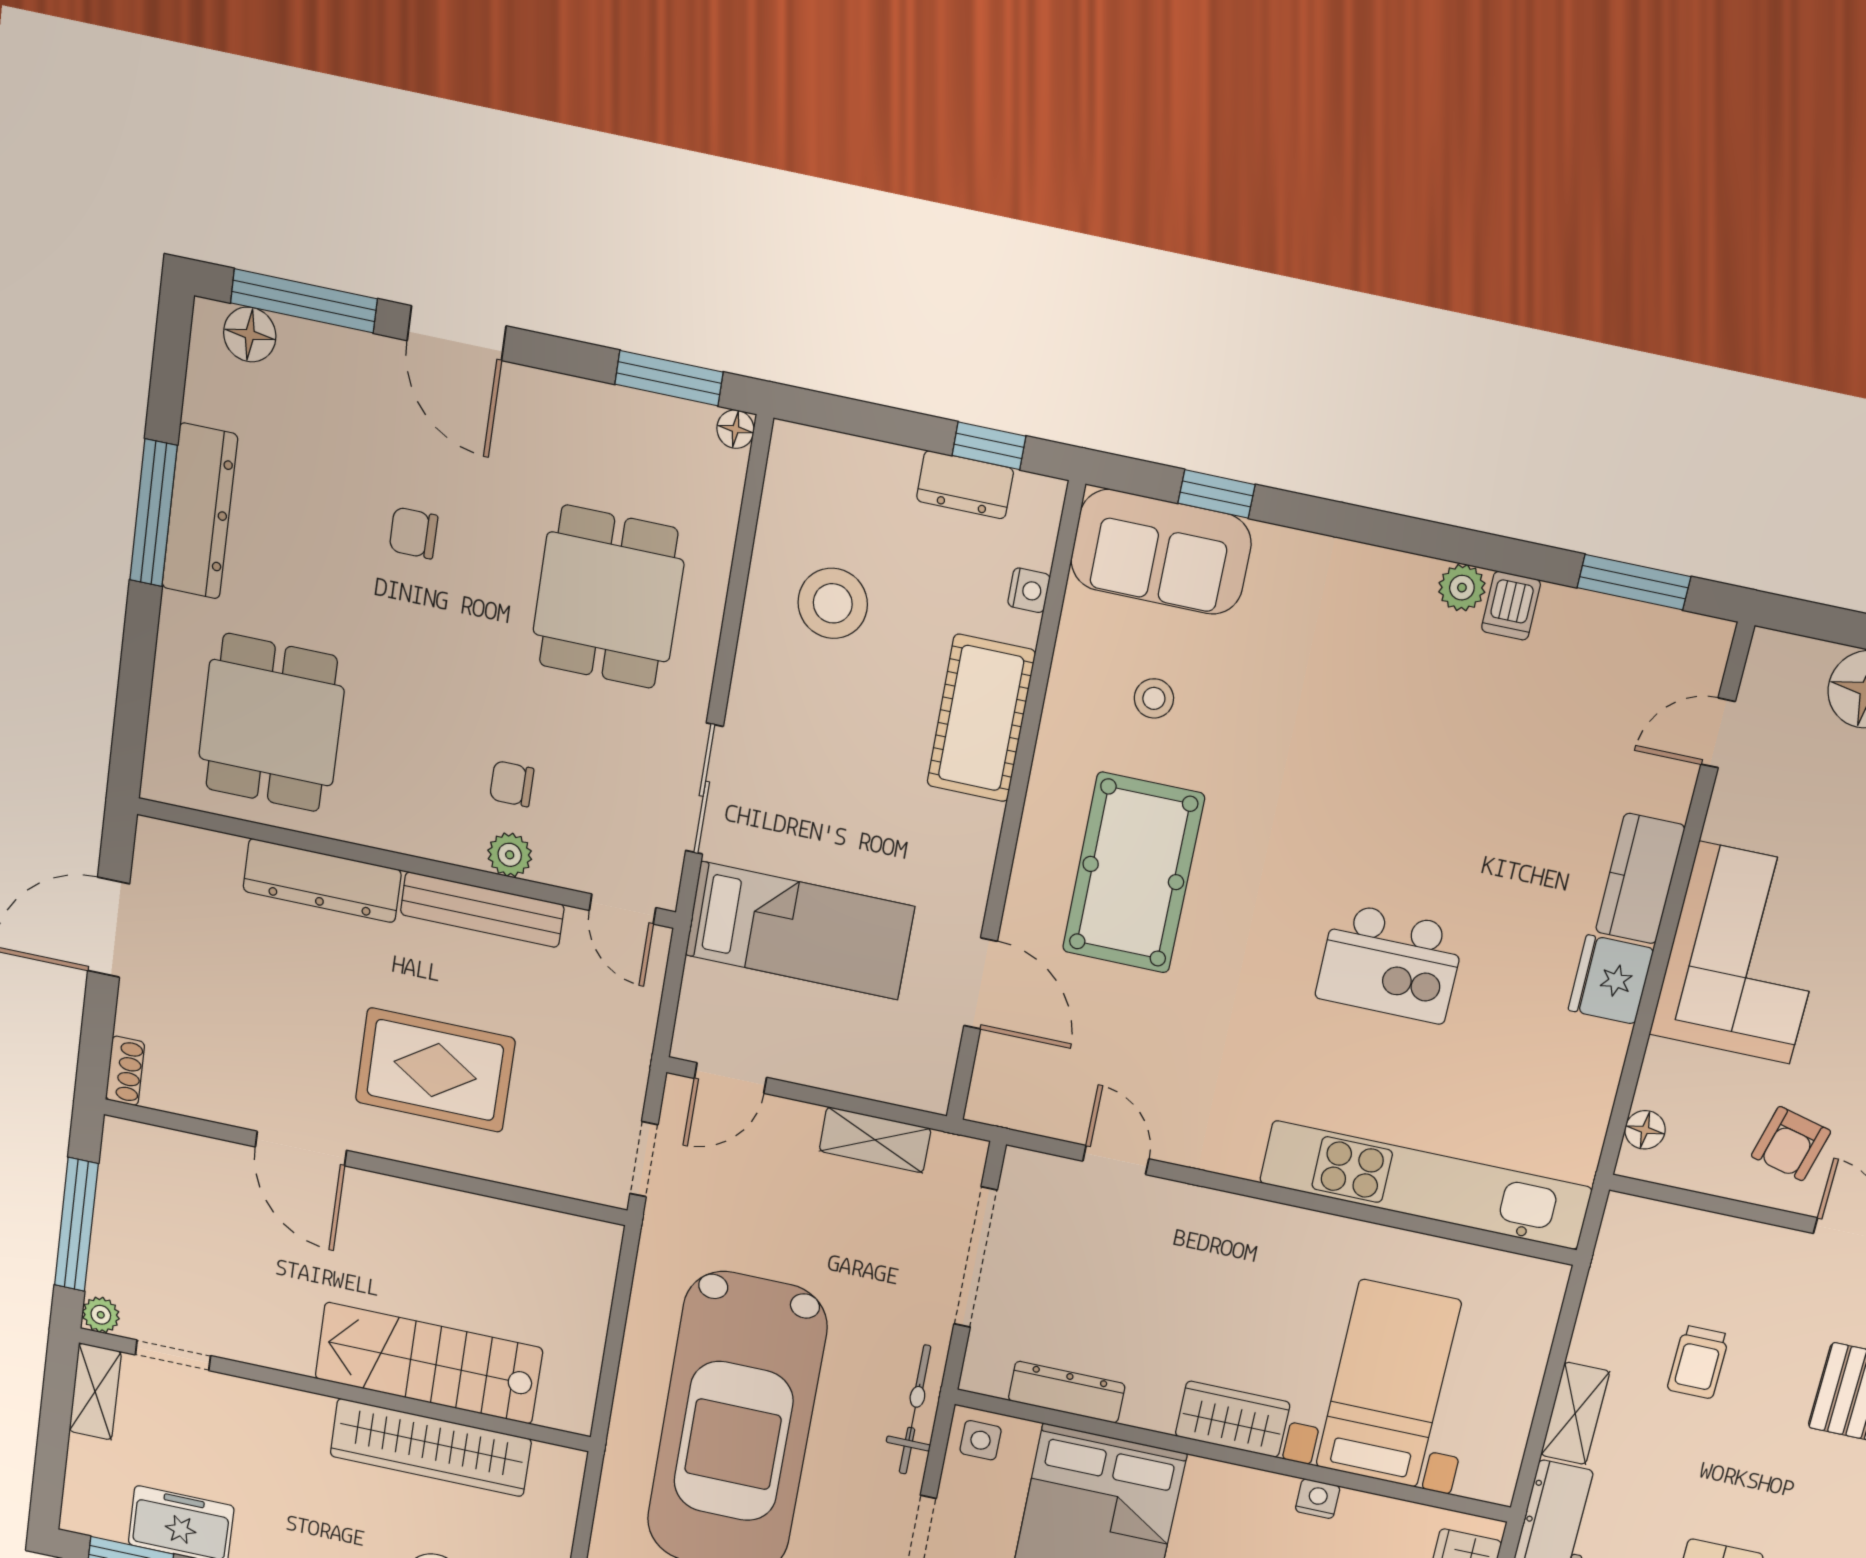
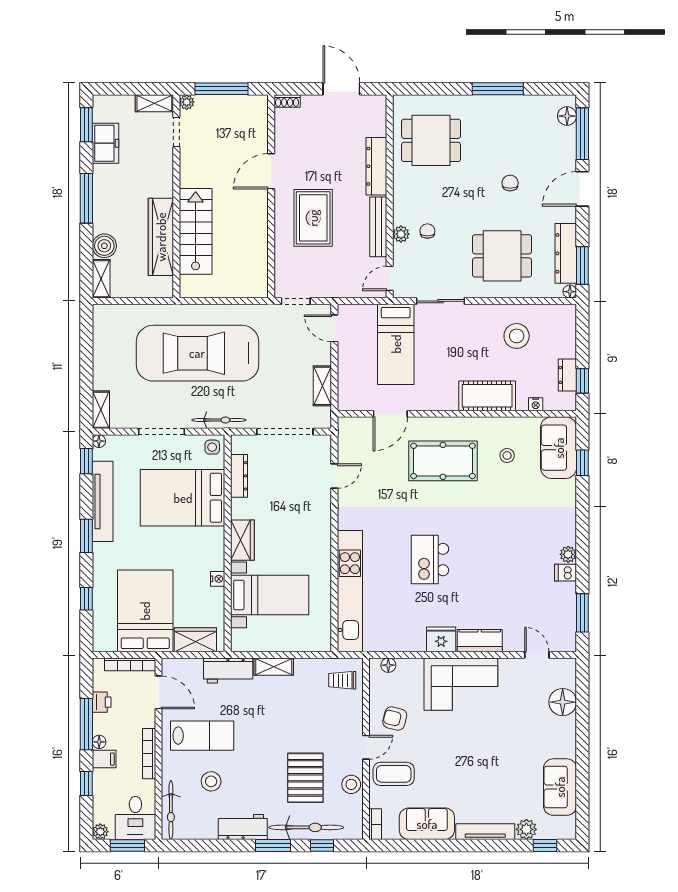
dresser: (200, 511) -> (566, 253), moved, turned 90
trolley: (1698, 1362) -> (342, 680), moved

